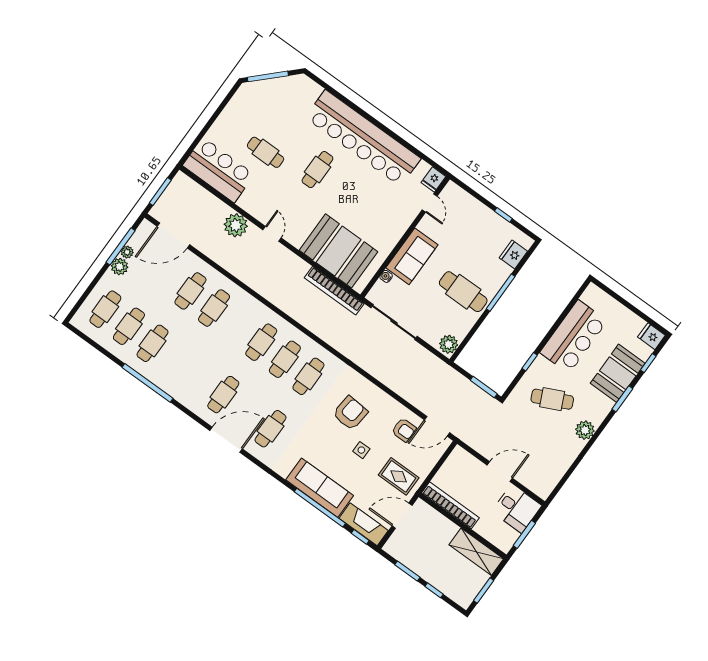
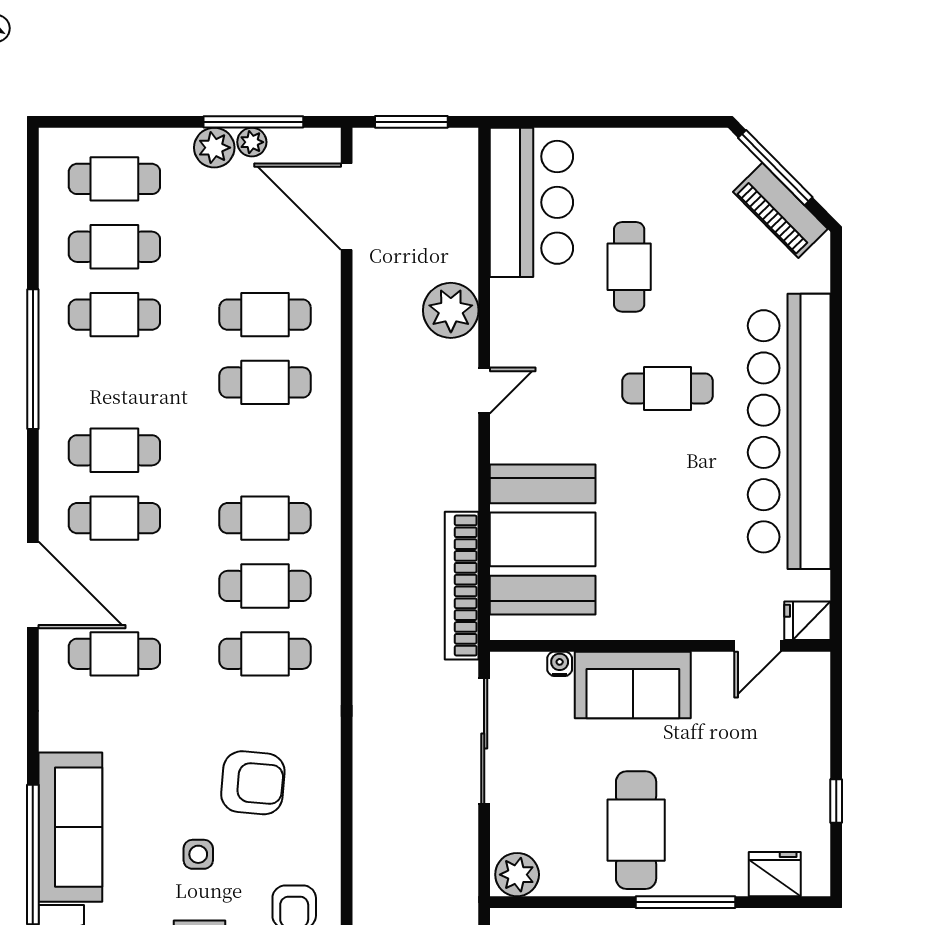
piano: (284, 85) -> (780, 210), added
cafe table: (200, 377) -> (114, 450), added

